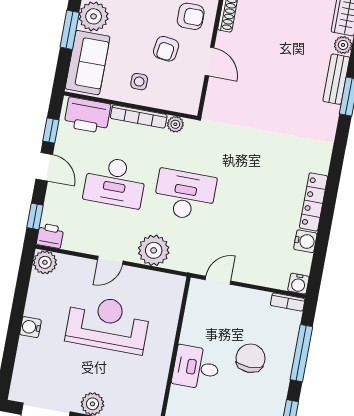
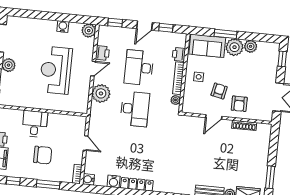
armchair: (166, 49) -> (219, 91), turned 94
printer: (87, 115) -> (179, 54), width x0.53, depth x0.68
printer: (50, 236) -> (102, 53), moved
door: (110, 260) -> (93, 69), swing flipped
door: (218, 280) -> (86, 143), moved
reception desk: (108, 324) -> (56, 70), turned 180
water cooler: (30, 327) -> (63, 27), moved
window: (301, 353) -> (48, 184), width x0.69

